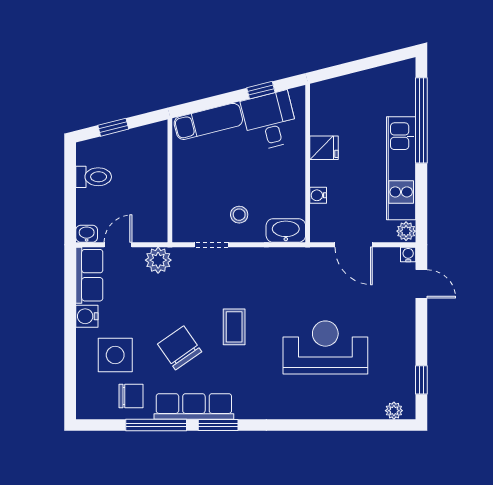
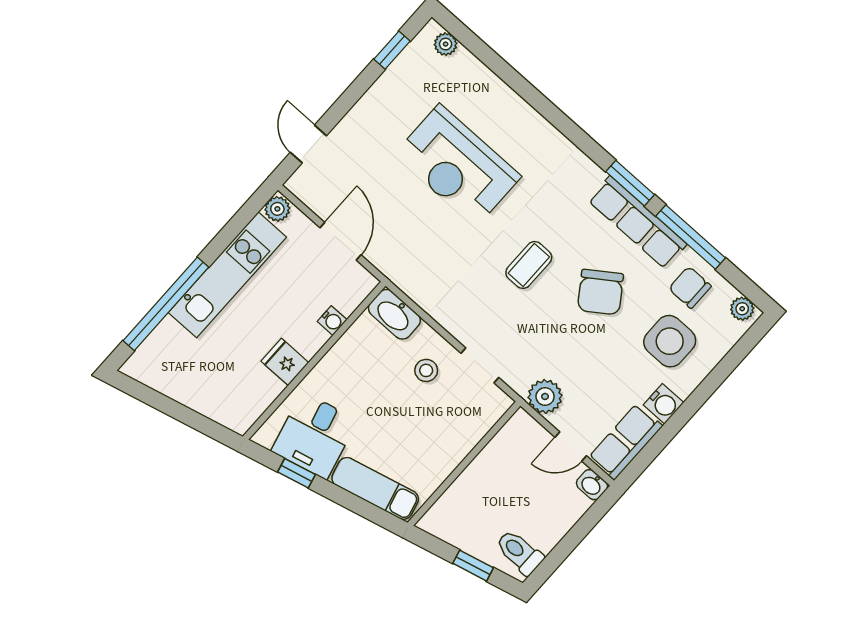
toilet: (94, 177) -> (520, 552), moved
water cooler: (408, 255) -> (296, 184), removed
plant: (90, 410) -> (742, 309), added

